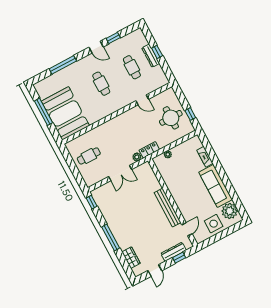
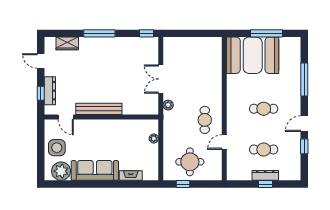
locker: (149, 150) -> (169, 122), removed
cafe table: (89, 156) -> (205, 120), moved

